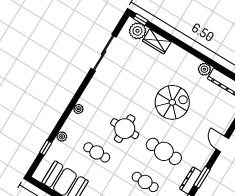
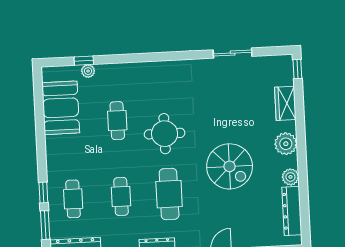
plant: (137, 31) -> (286, 144), moved
sliding door: (104, 53) -> (233, 53), width x0.73
plant: (78, 109) -> (151, 68), removed
plant: (62, 136) -> (88, 71), moved

